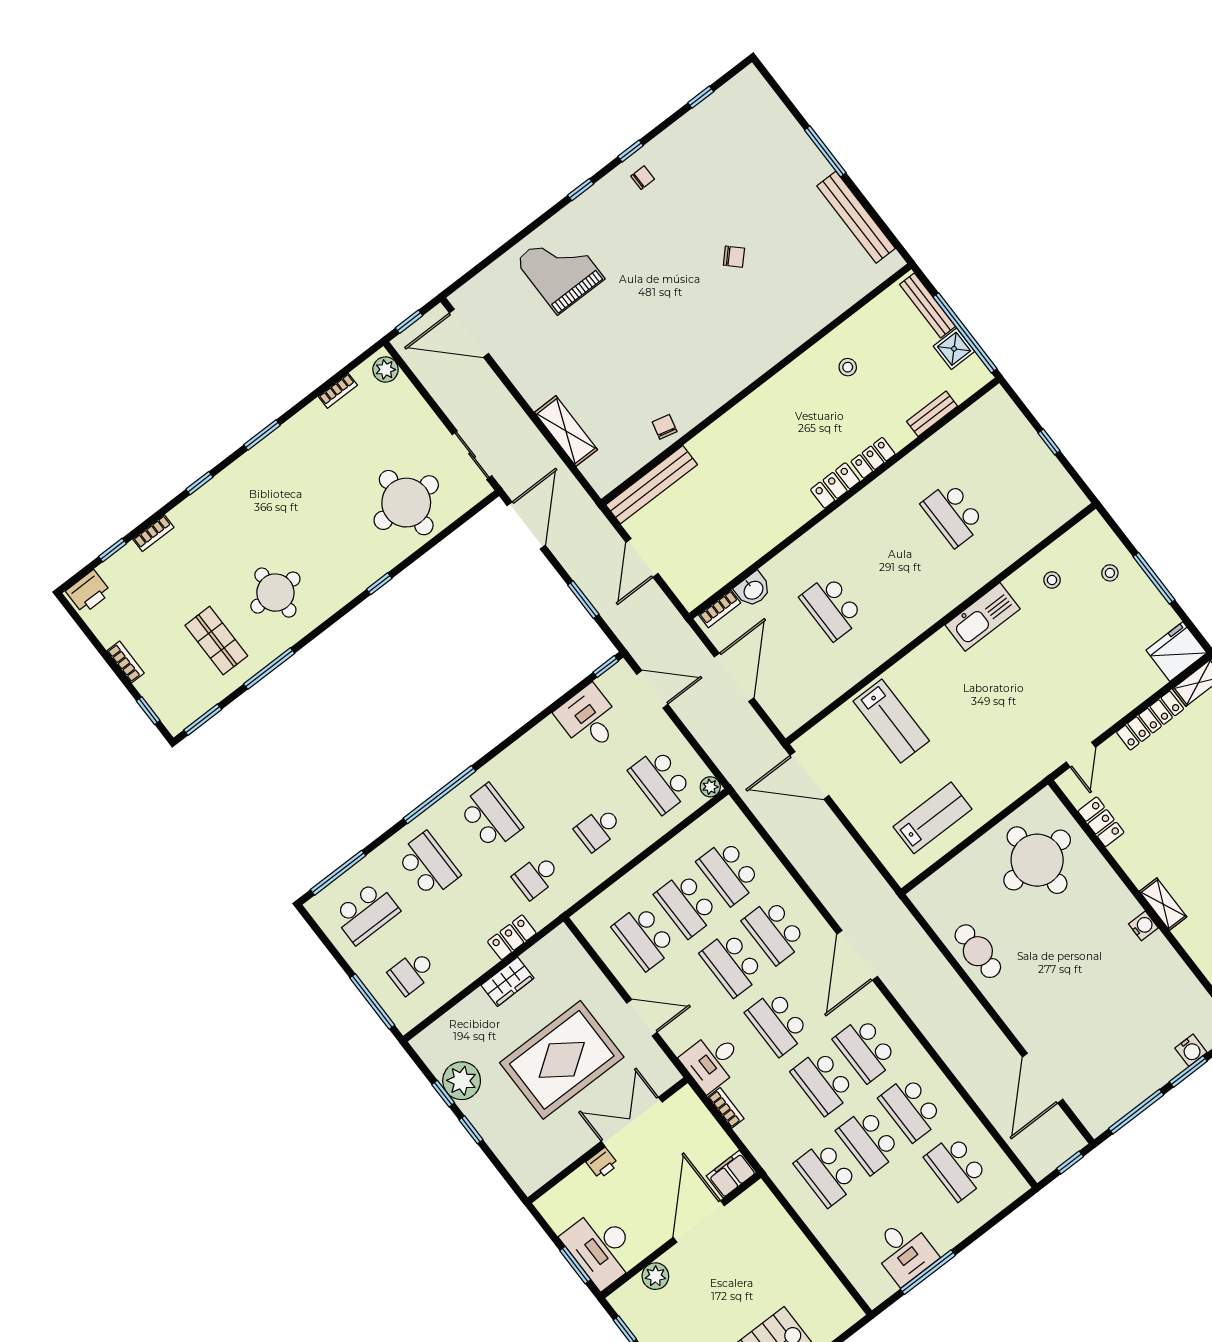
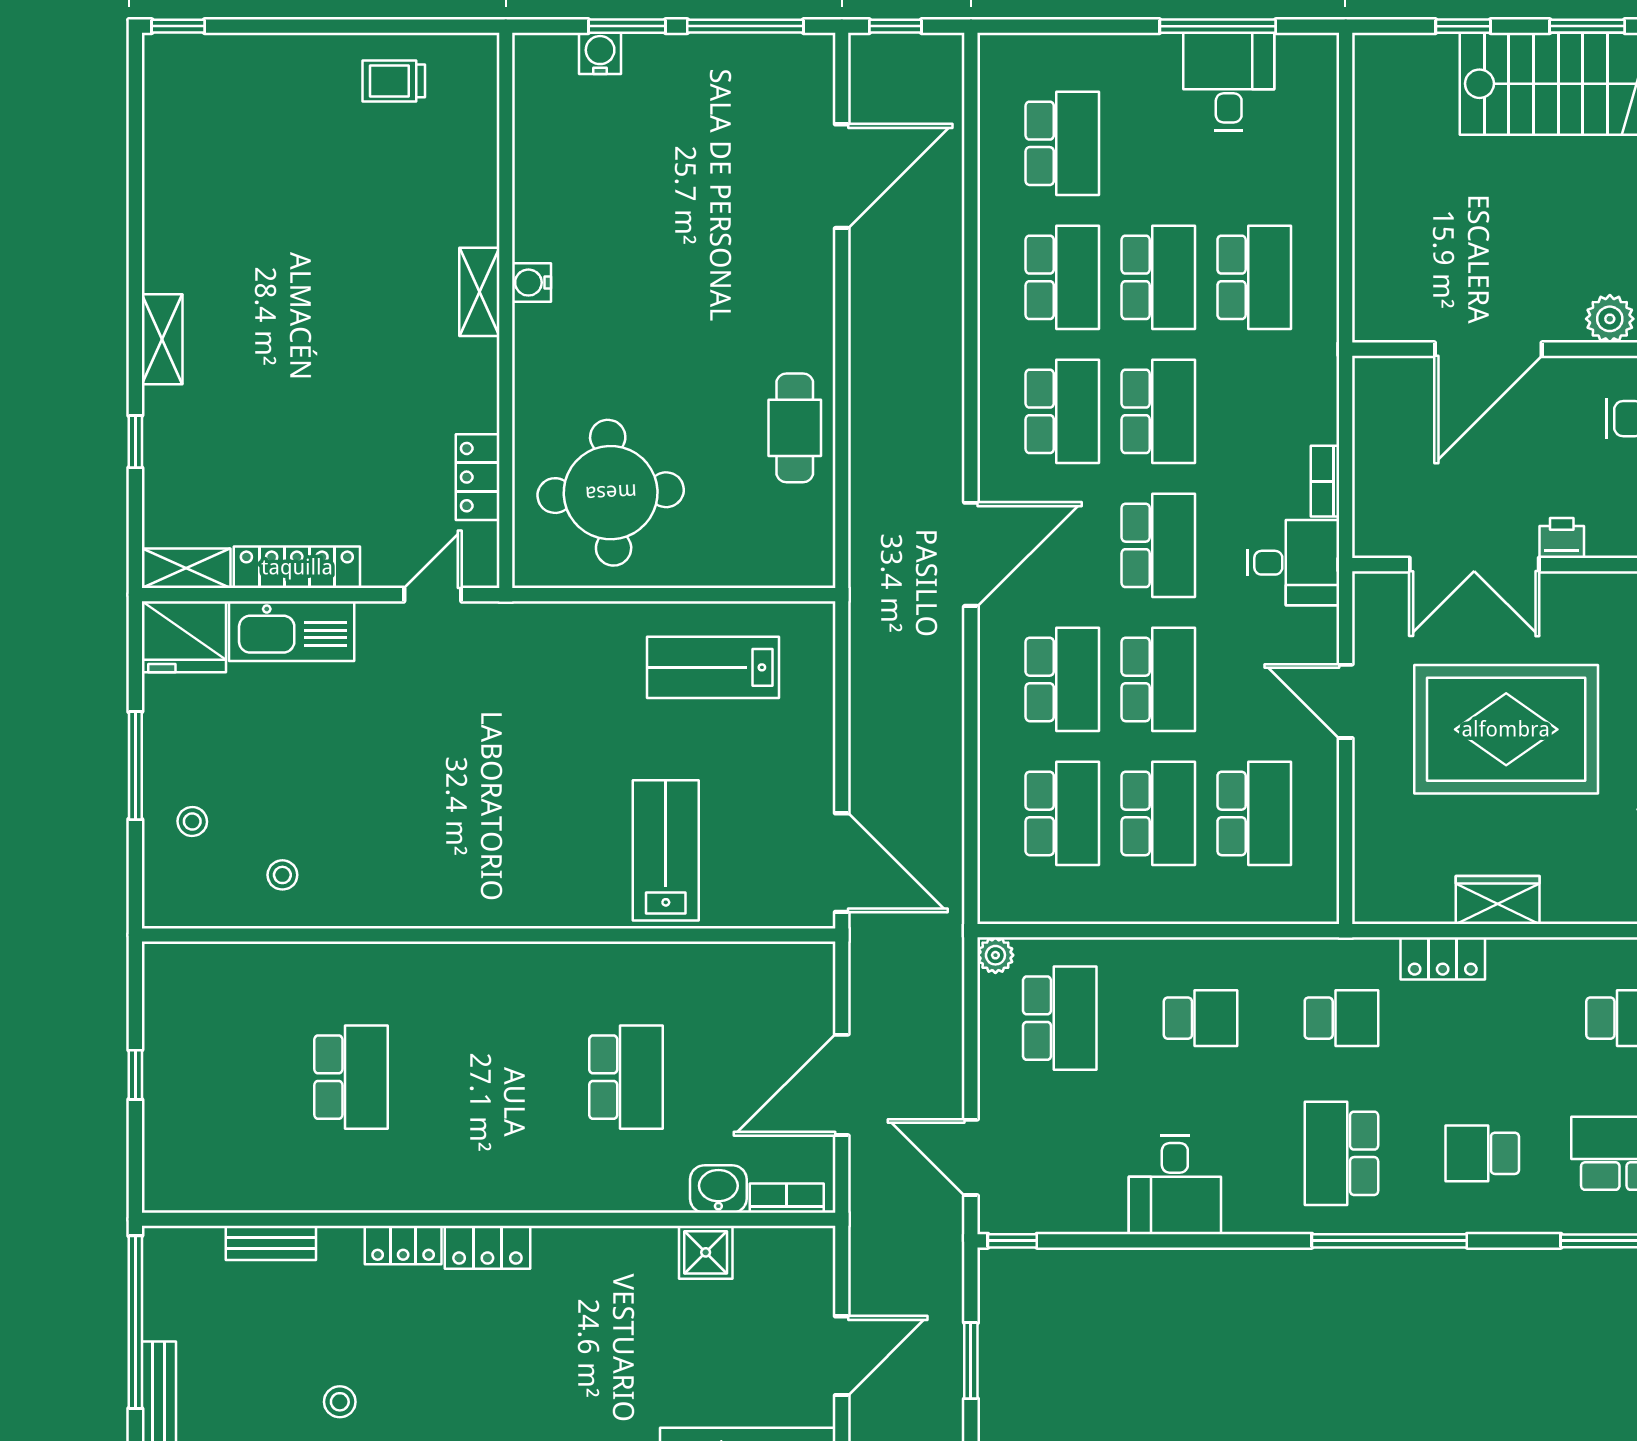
shower: (954, 349) -> (706, 1252), moved
kitchen sink: (983, 617) -> (292, 631), moved, turned 180
desk: (589, 719) -> (1175, 1185), moved
school desk: (428, 865) -> (1482, 1153), width x0.54
filing cabinet: (731, 1174) -> (1390, 381), removed

